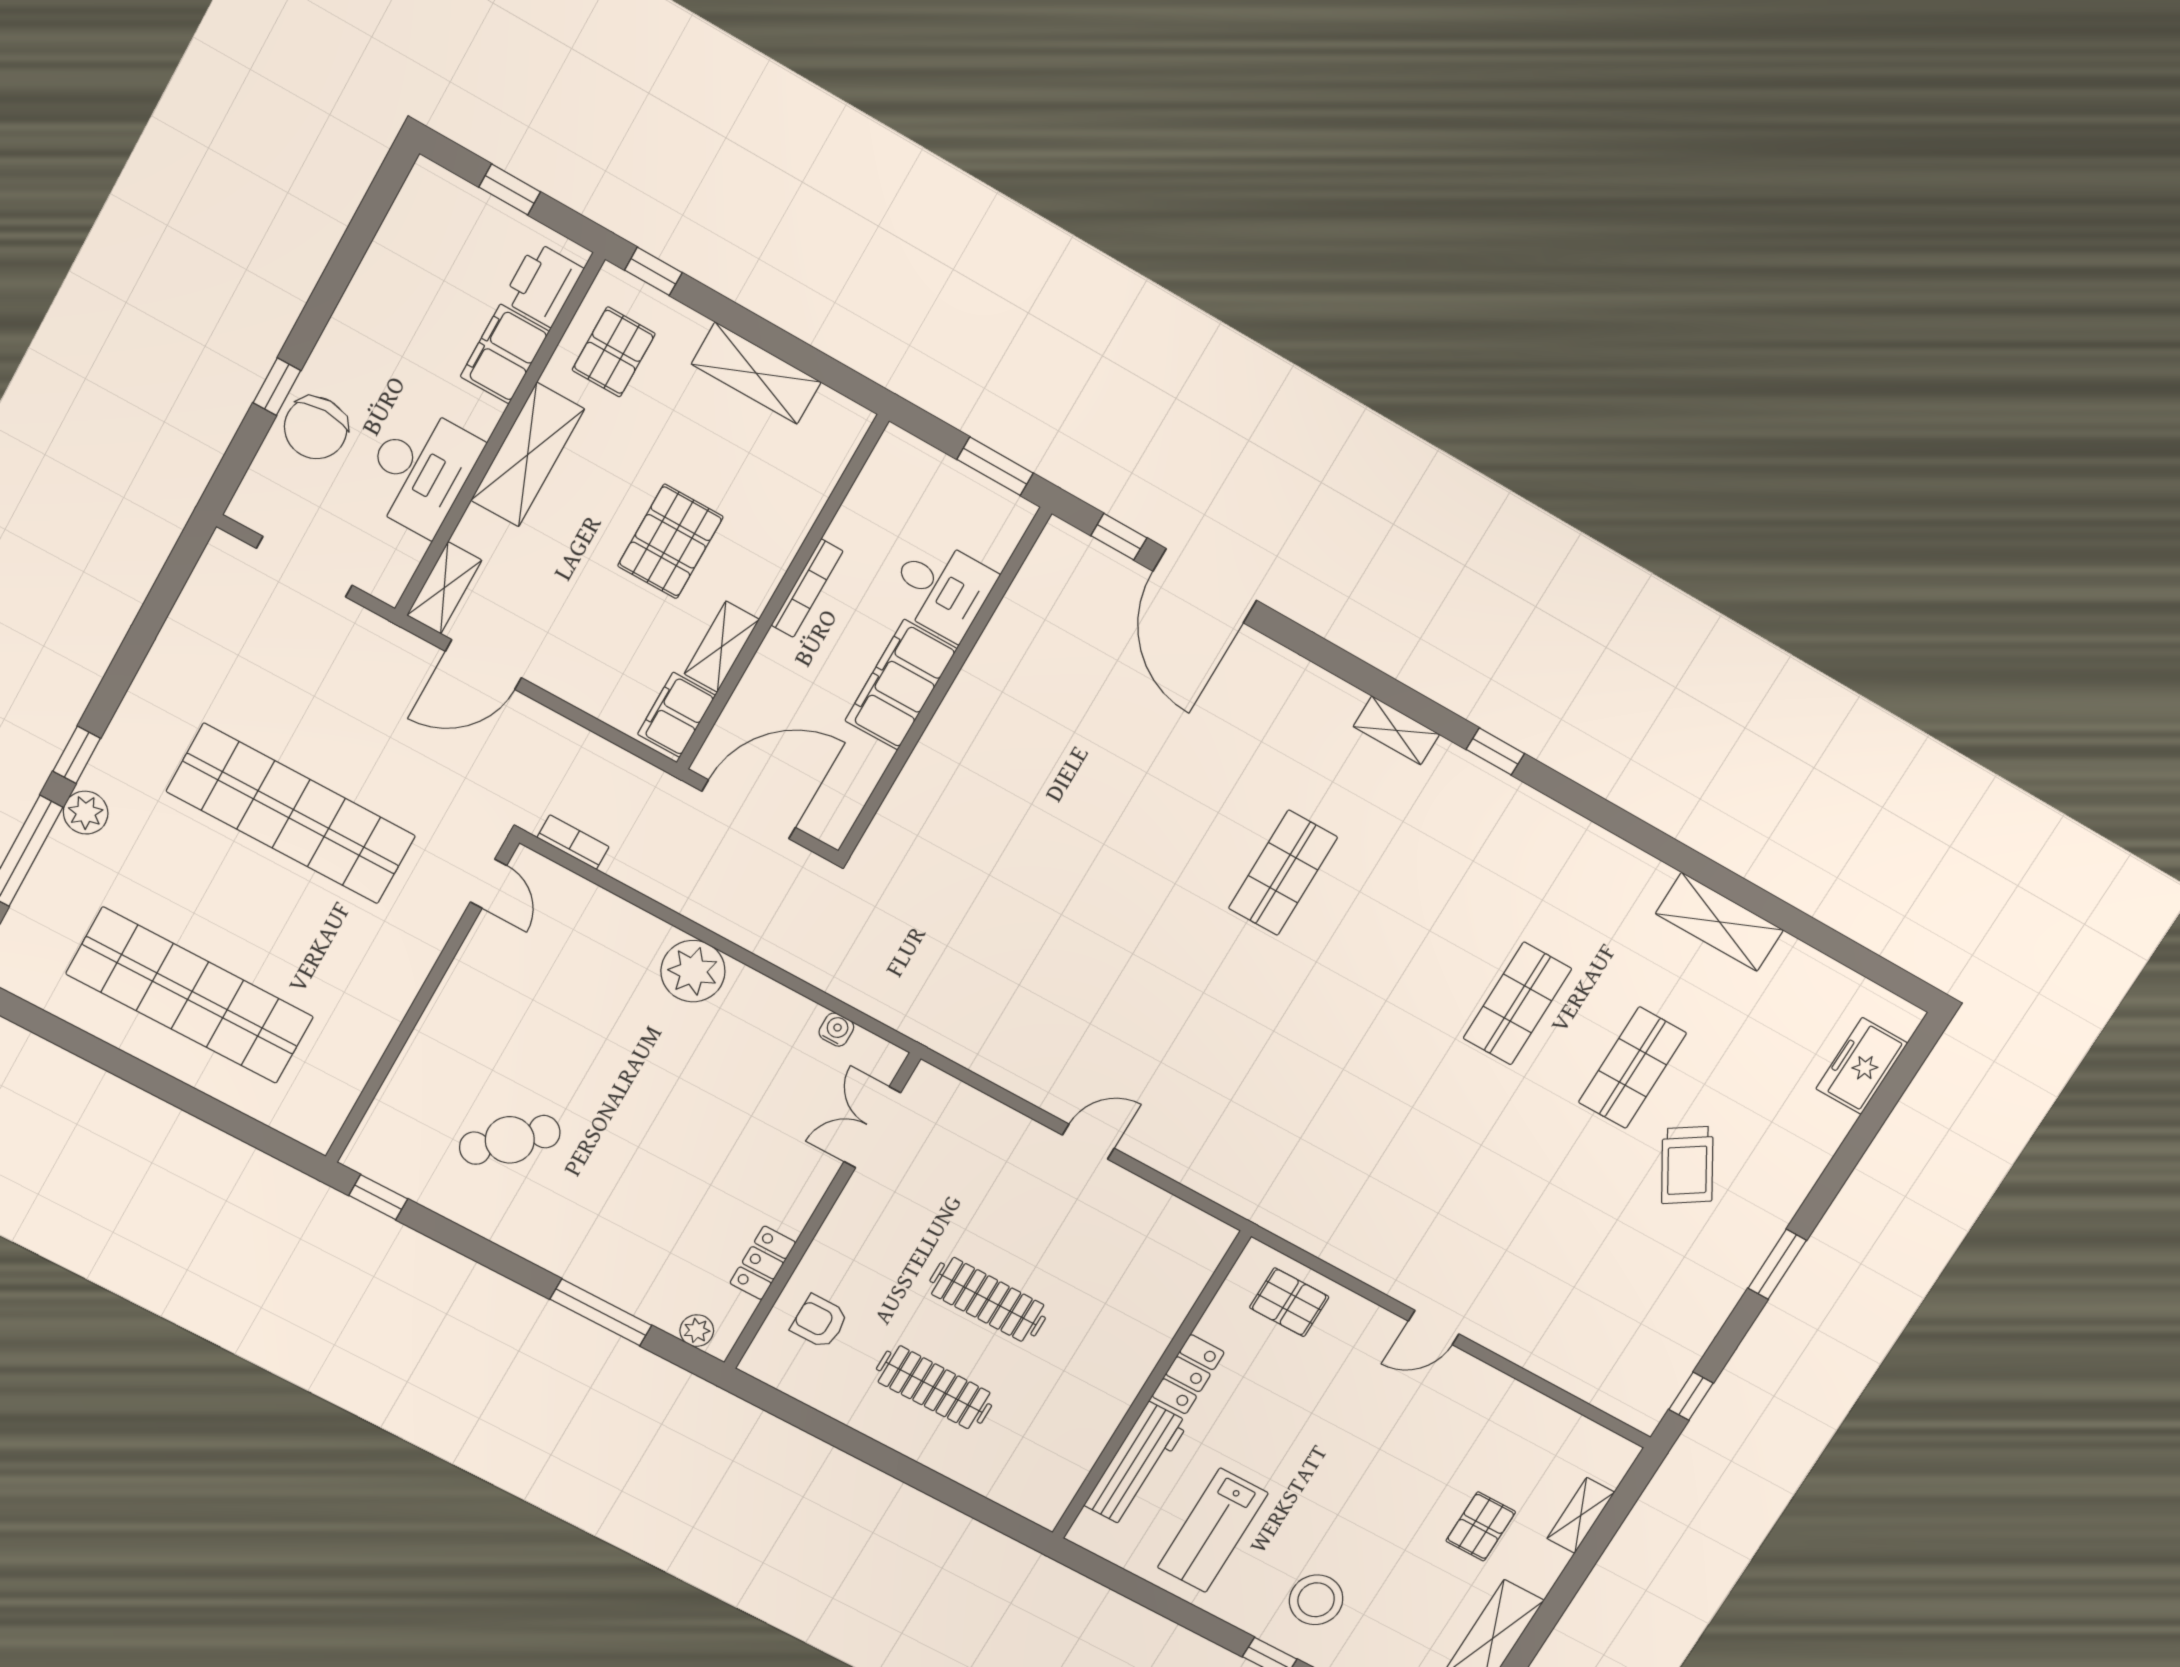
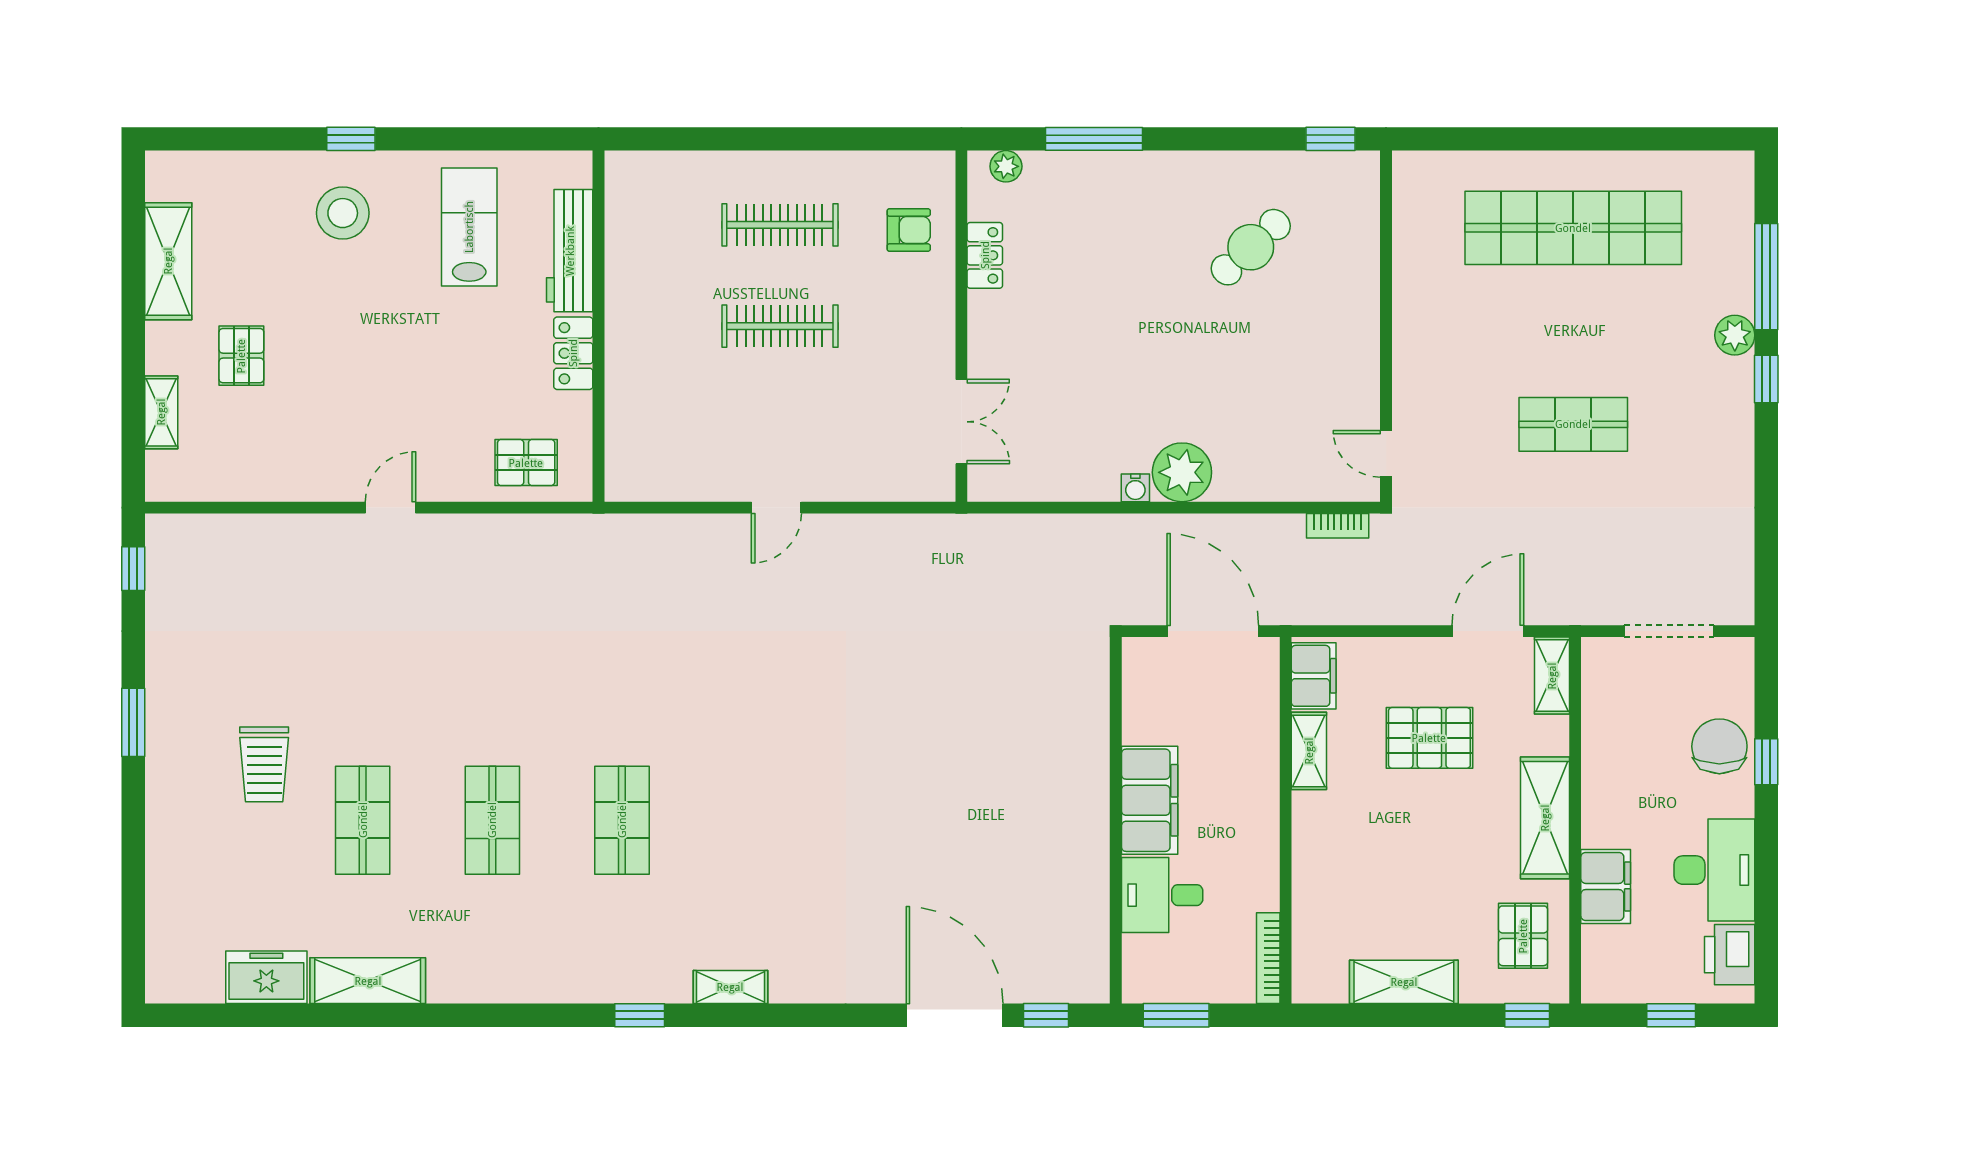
printer: (543, 284) -> (1730, 955), moved, turned 180
desk: (420, 470) -> (1714, 870), moved, turned 180
pallet: (670, 541) -> (1429, 738), moved, turned 90
bookcase: (807, 588) -> (1268, 958), moved
door: (749, 809) -> (1213, 631), swing flipped
shop shelf: (291, 814) -> (1573, 424), width x0.50, depth x0.74
shop shelf: (1283, 873) -> (622, 820), moved
water cooler: (836, 1030) -> (1135, 488), moved
freezer: (1862, 1066) -> (266, 977), moved, turned -90
trolley: (1687, 1165) -> (264, 764), turned -148

